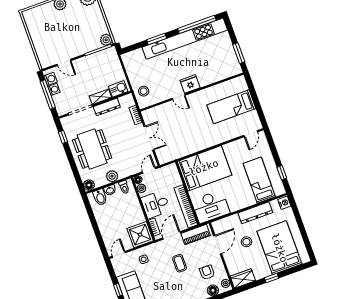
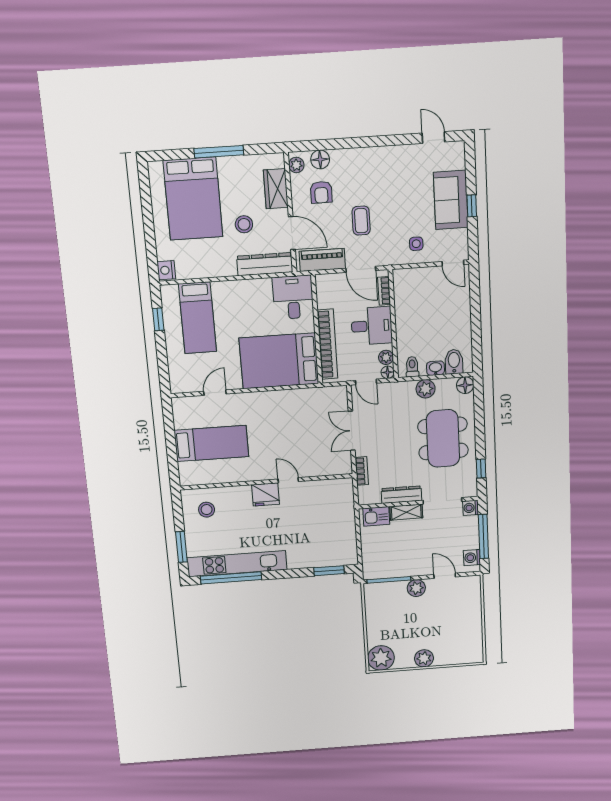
window: (157, 39) -> (329, 571), moved
kitchen unit: (185, 39) -> (237, 564), width x0.73
plant: (106, 40) -> (416, 588), moved
window: (239, 53) -> (181, 547), moved
washing machine: (54, 89) -> (471, 508), moved
stool: (144, 91) -> (207, 510), moved
door: (251, 134) -> (215, 393), moved
door: (149, 170) -> (366, 382), hinge flipped
bookcase: (186, 206) -> (327, 344), moved
desk: (211, 207) -> (293, 297), width x0.73
dresser: (255, 213) -> (265, 264), moved
shower: (140, 235) -> (410, 285), removed
door: (172, 235) -> (361, 269), hinge flipped
door: (218, 245) -> (292, 233), swing flipped
door: (119, 254) -> (453, 263), hinge flipped
window: (272, 278) -> (219, 152), width x2.17
wardrobe: (243, 279) -> (276, 189), moved, turned 90

